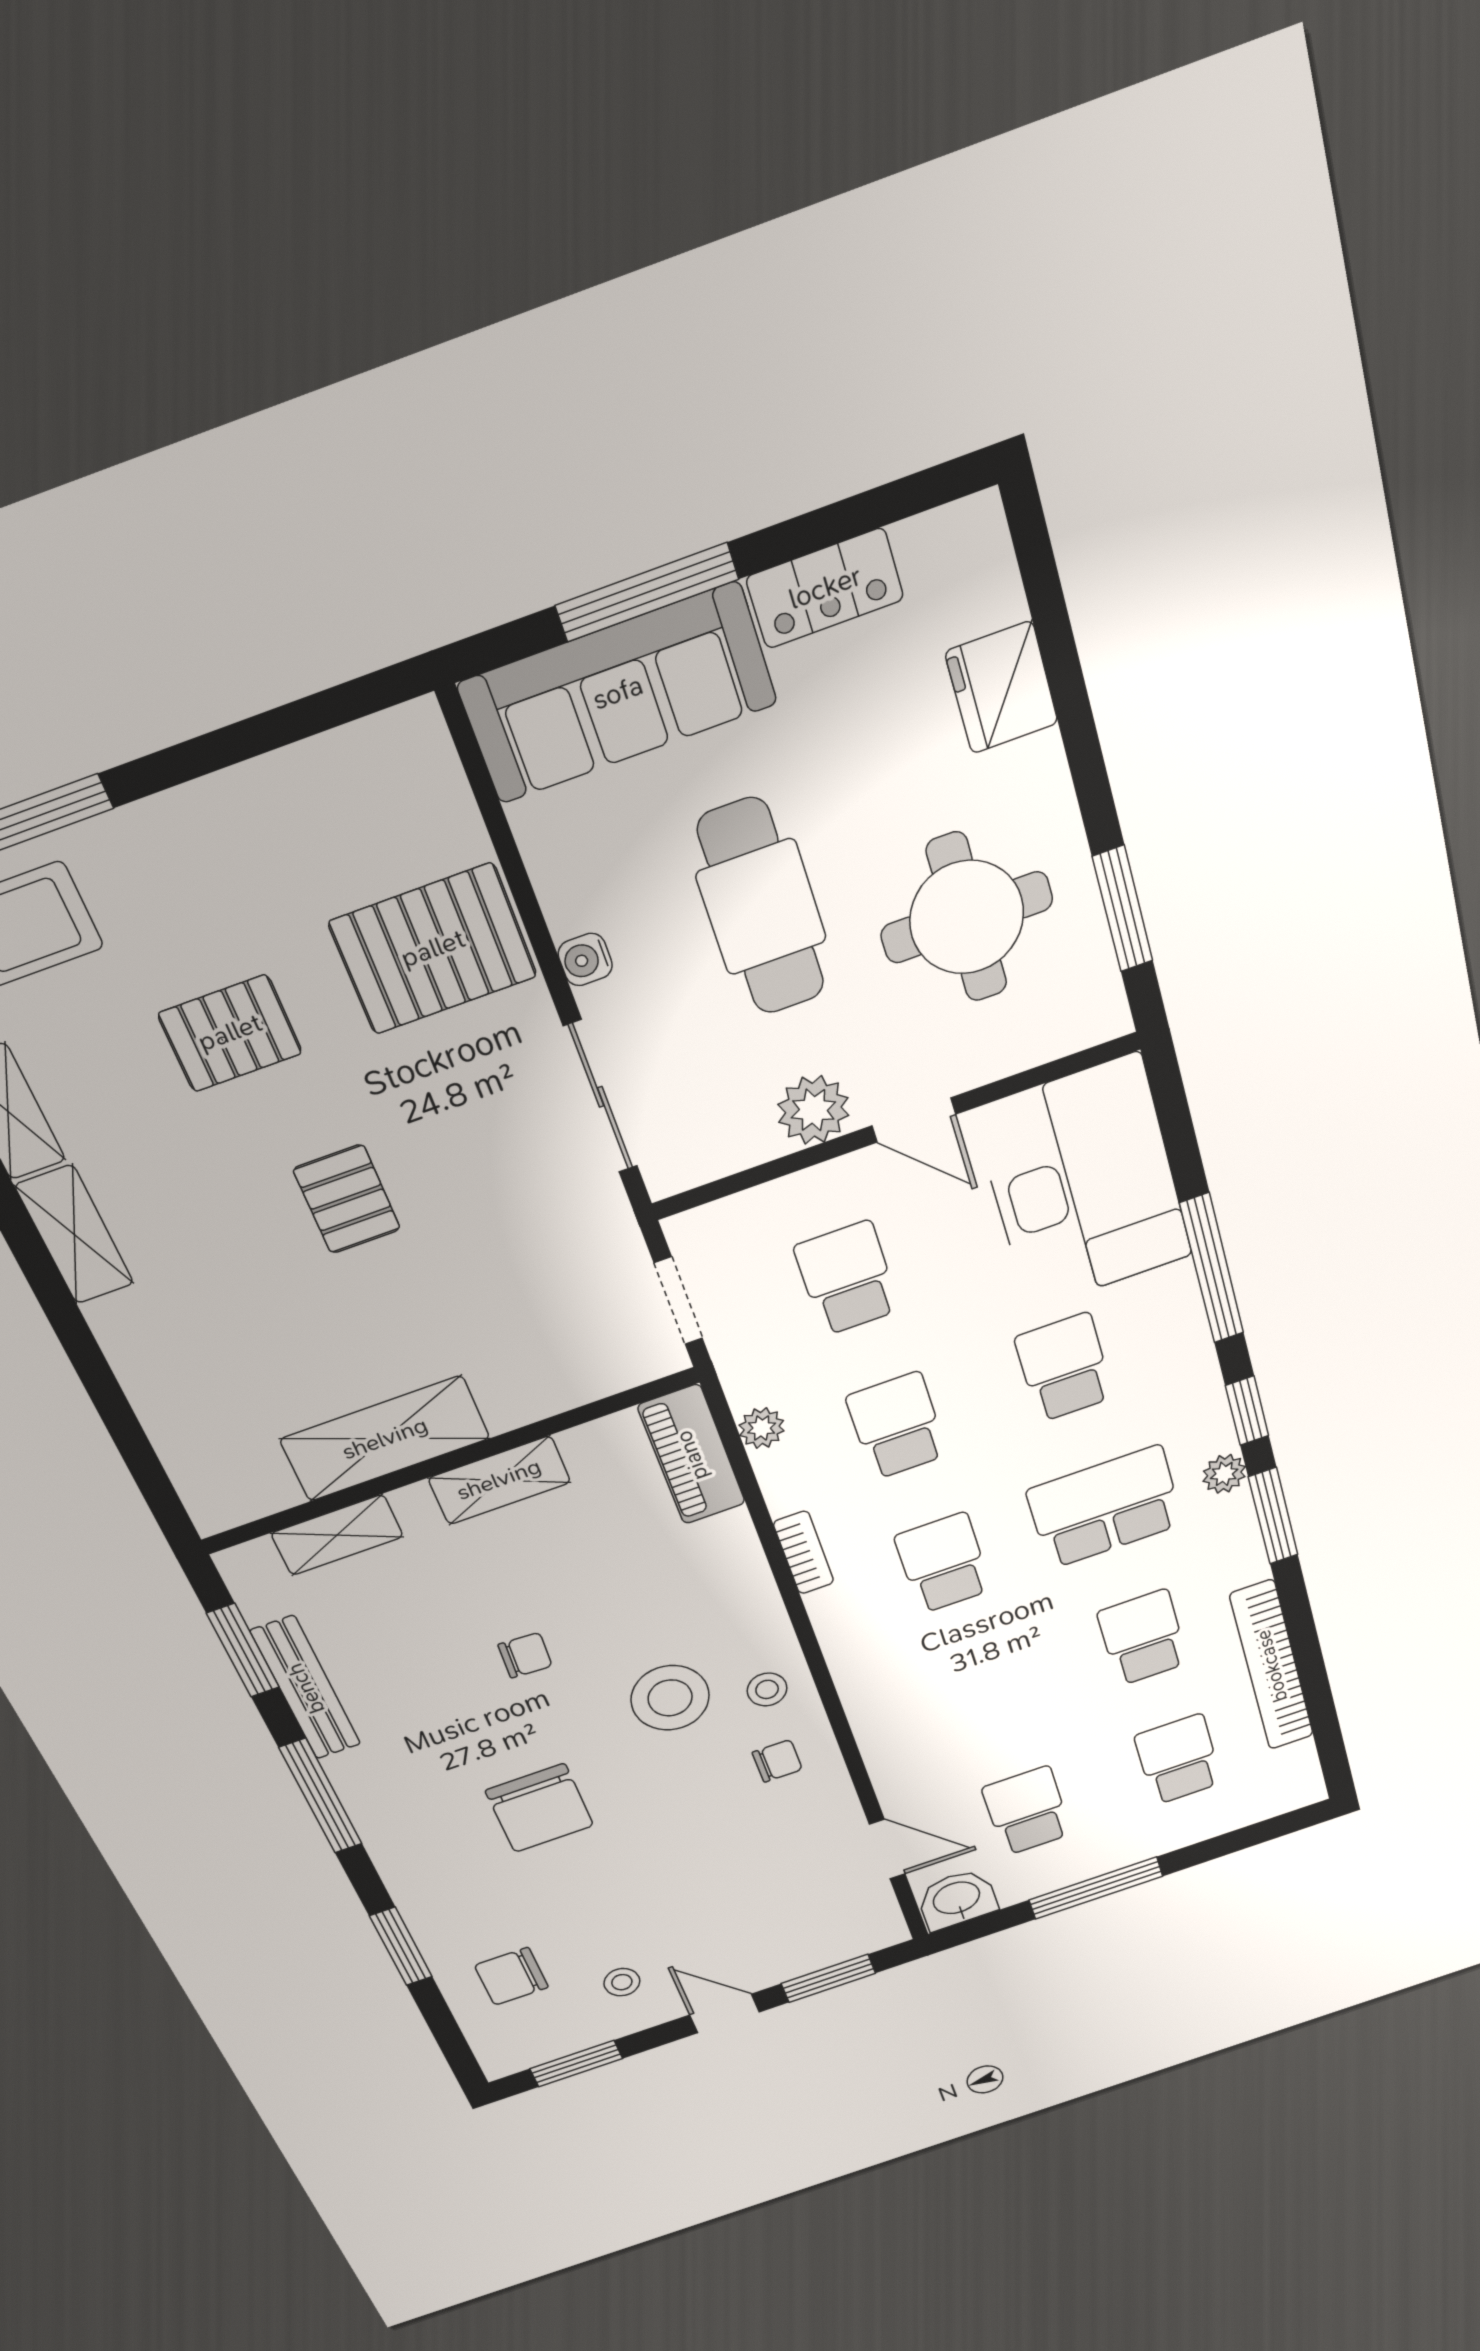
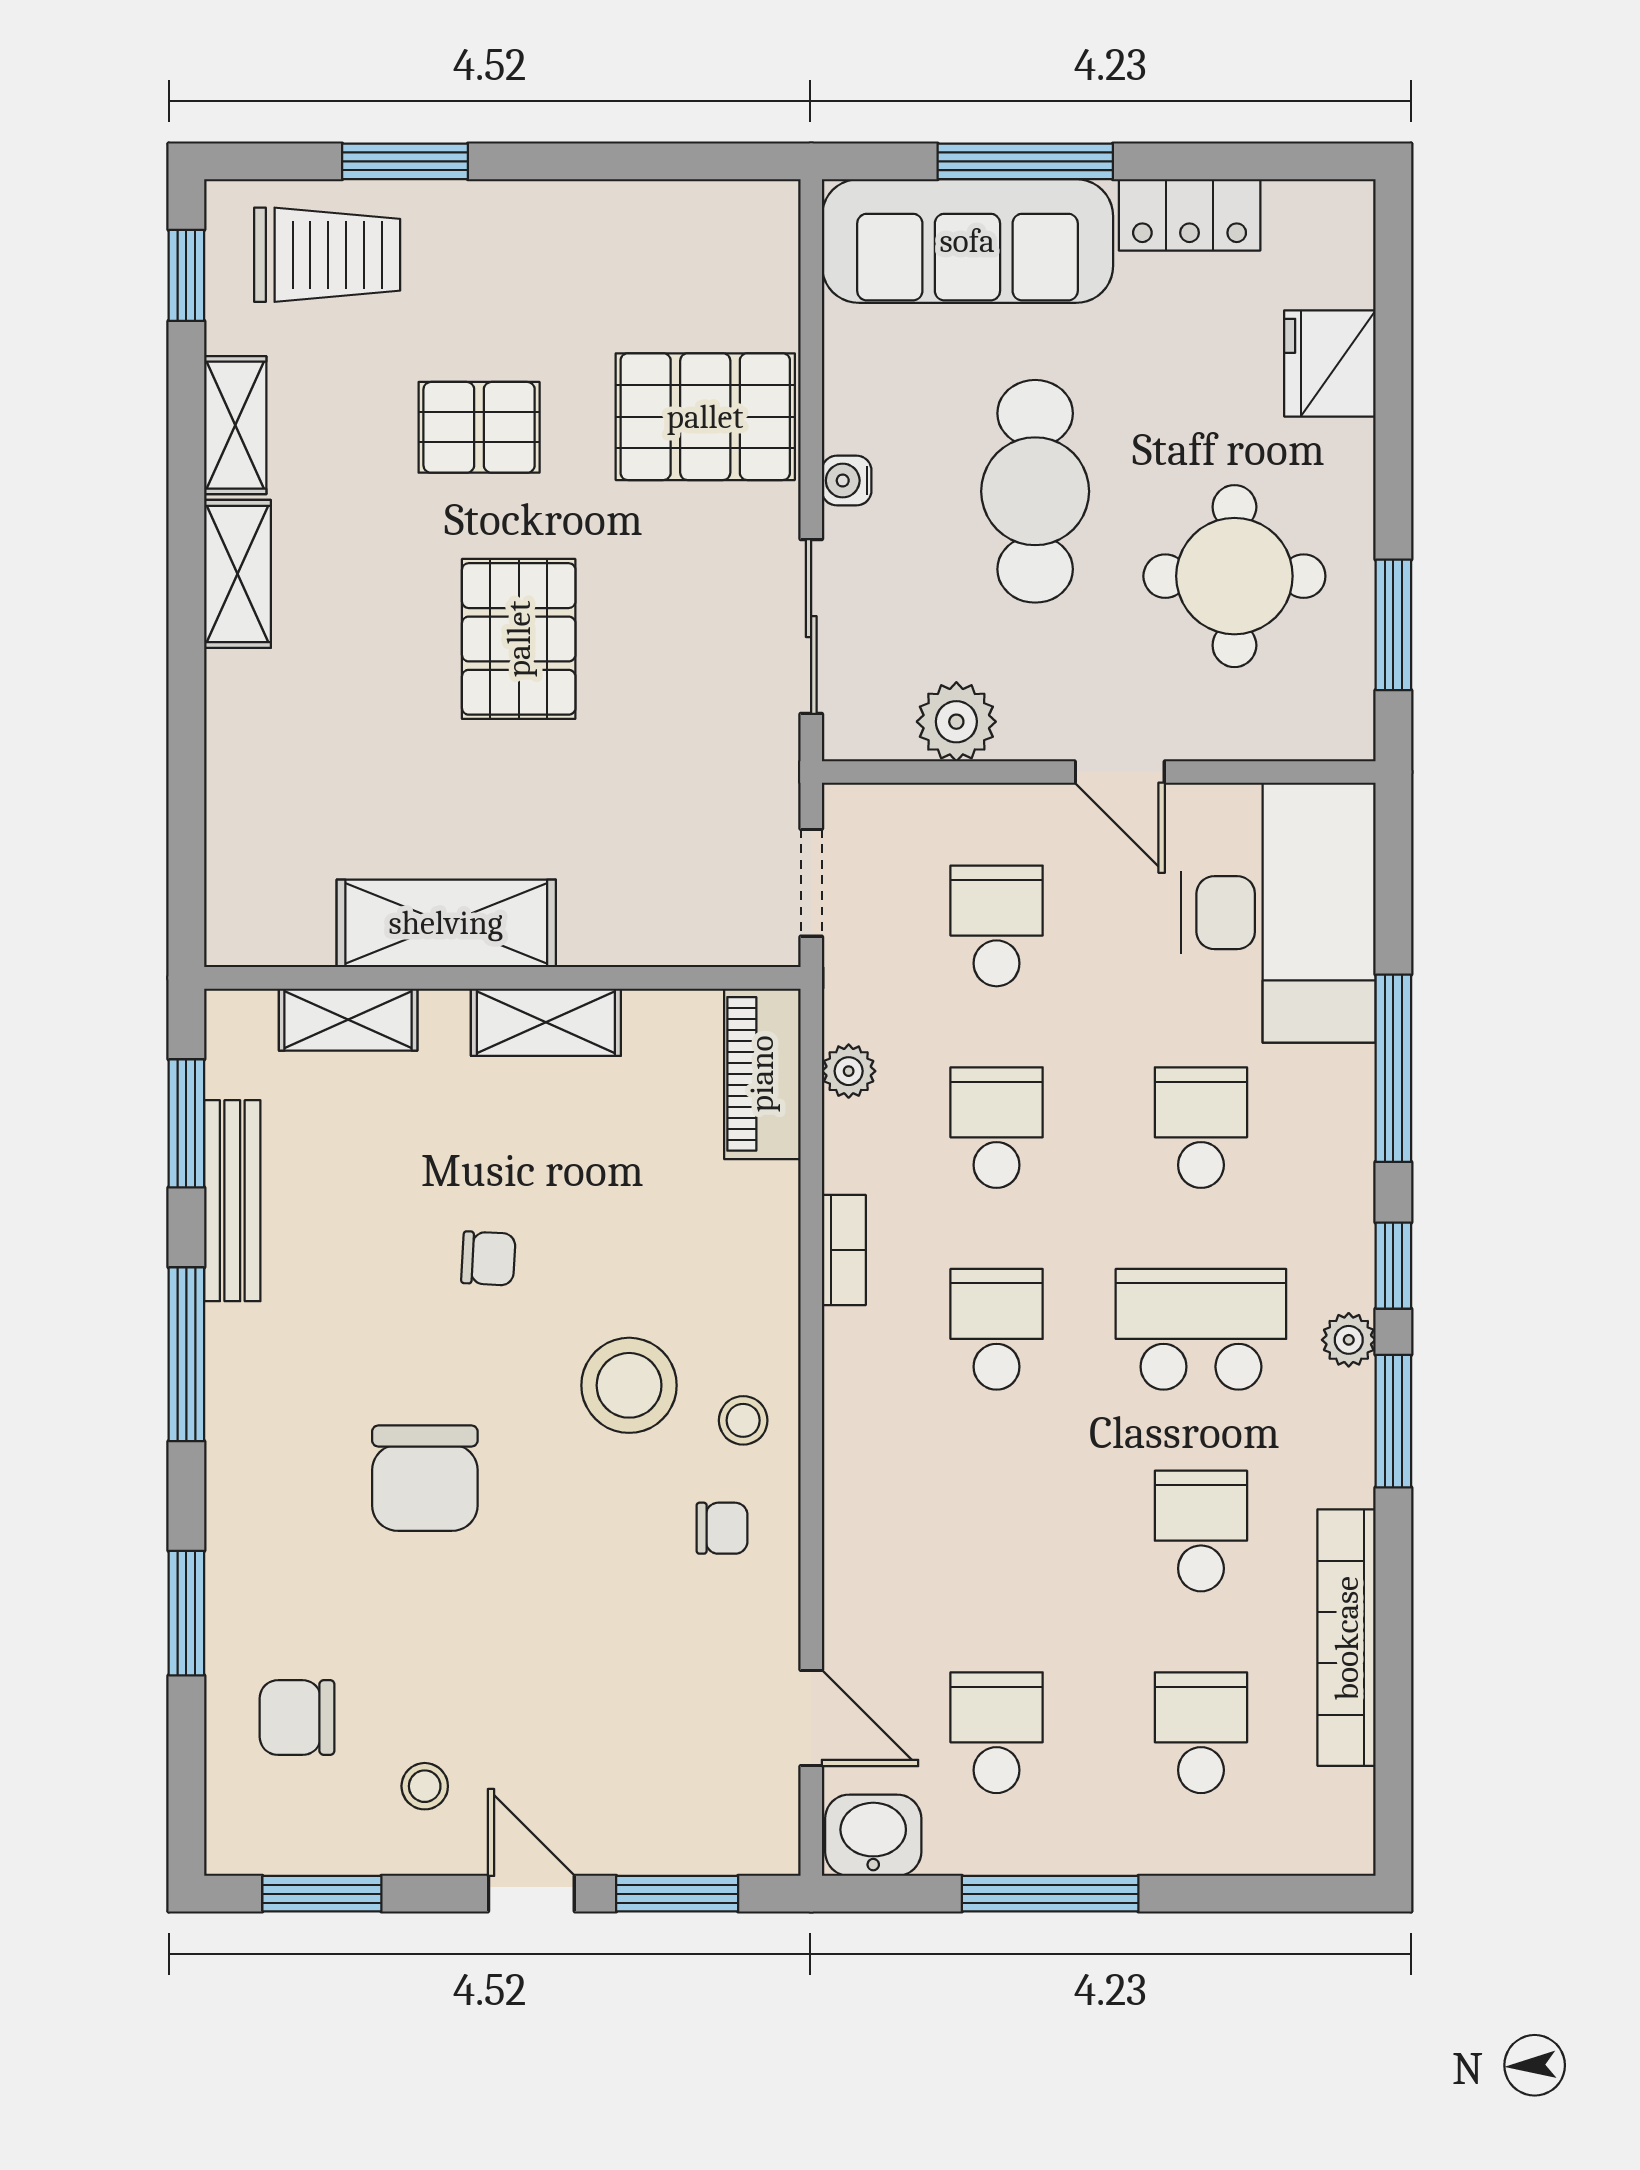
plant: (813, 1110) -> (956, 722), moved
pallet: (347, 1199) -> (519, 639), width x1.50, depth x1.42

